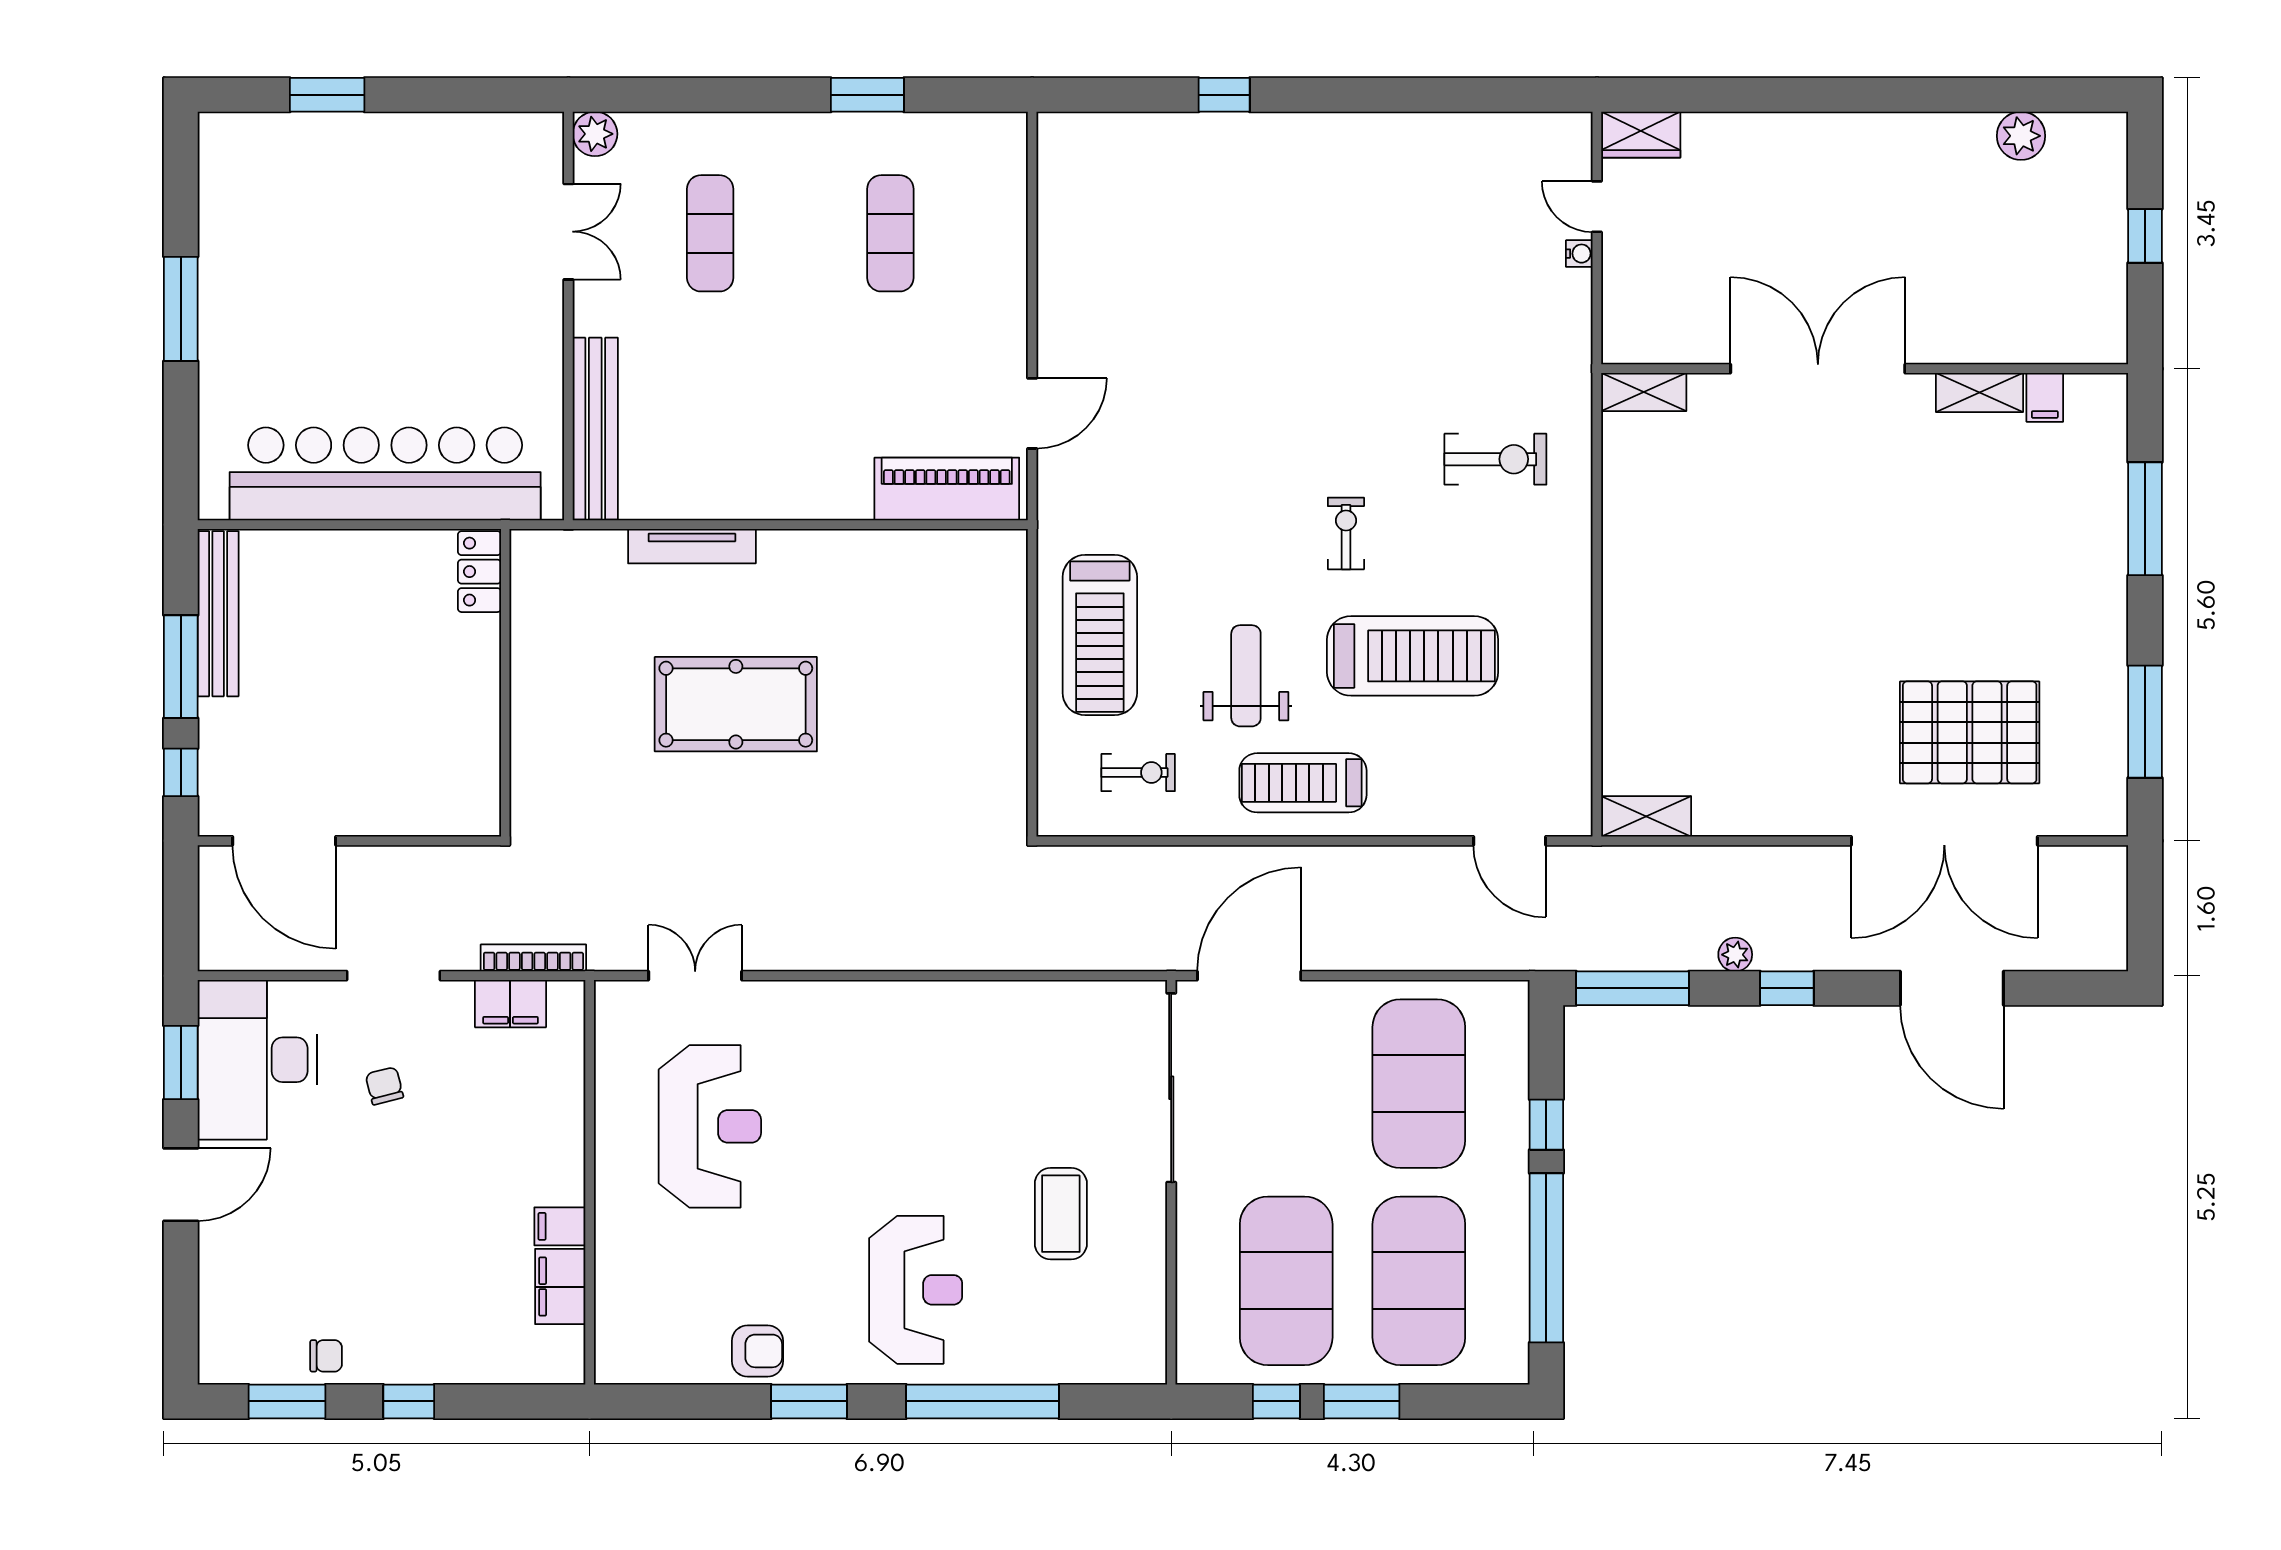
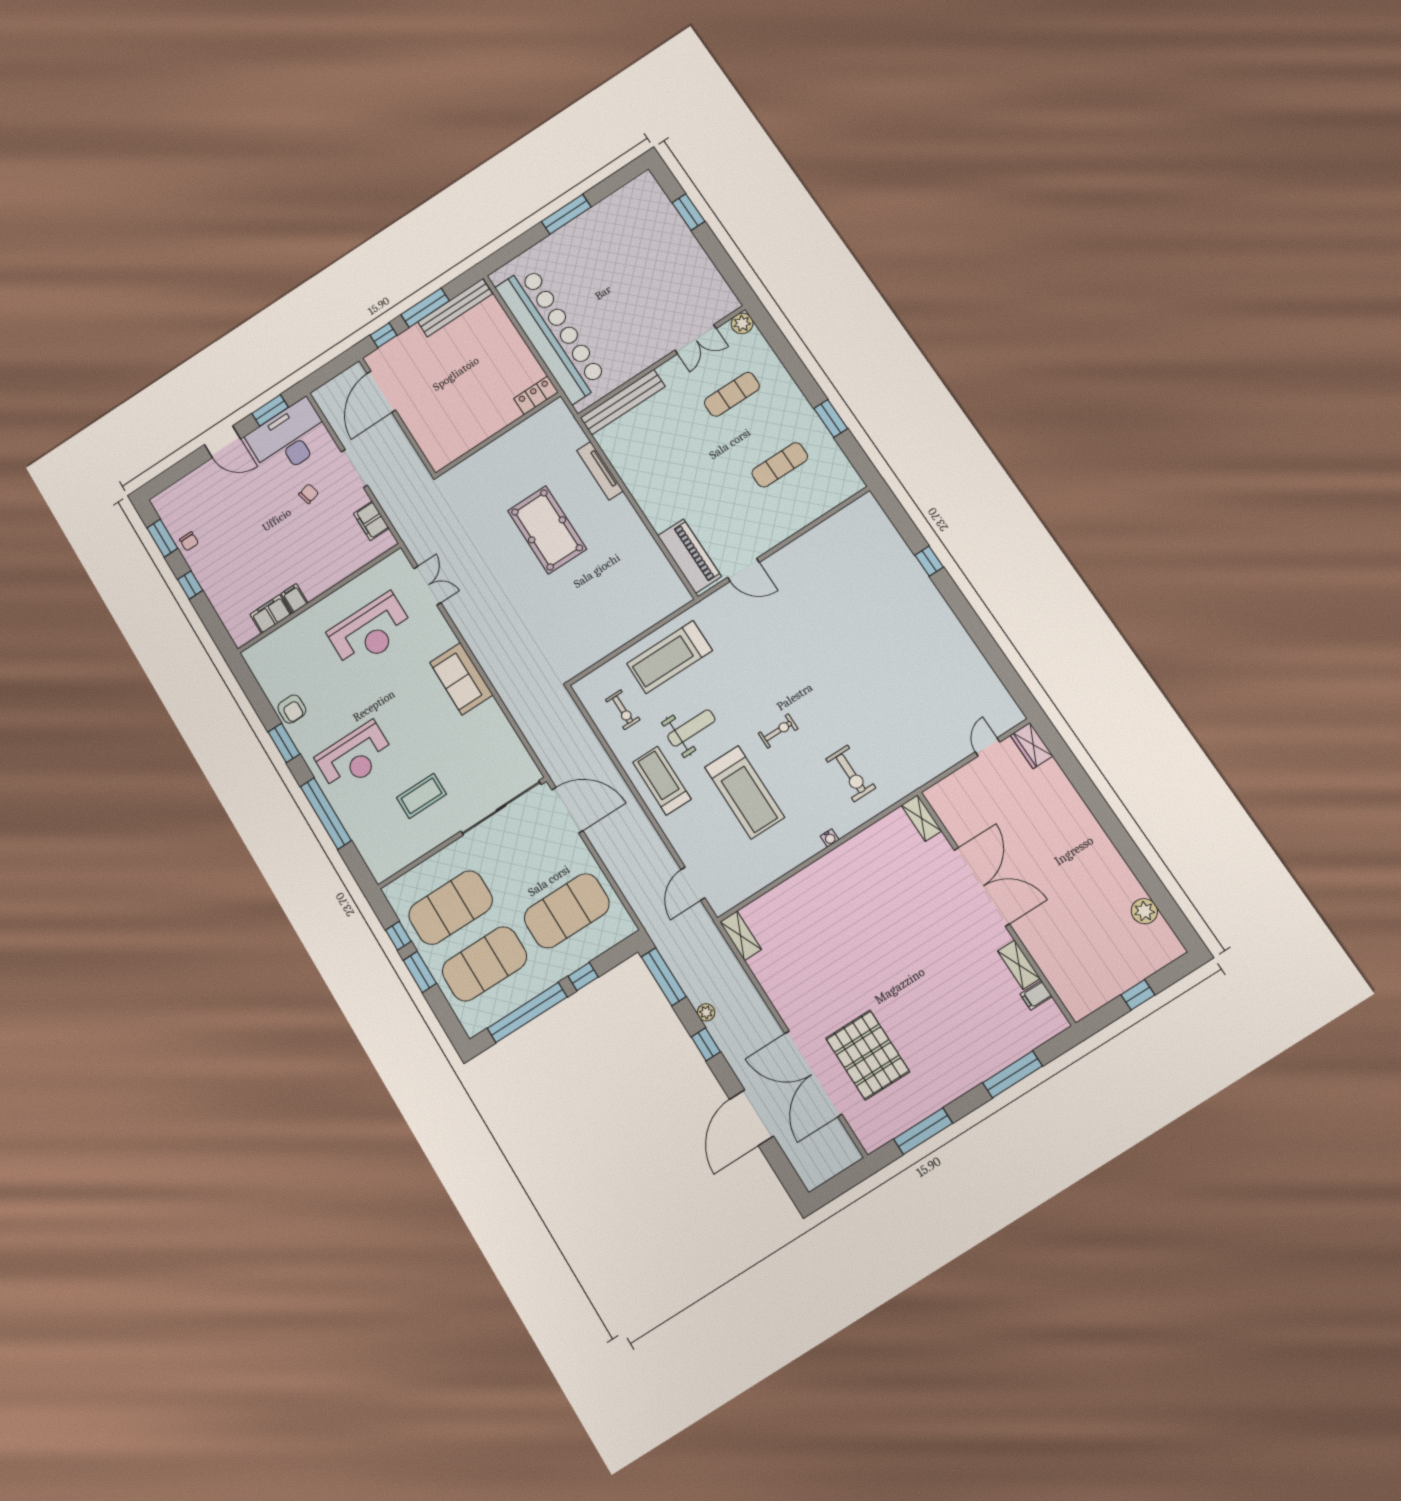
water cooler: (1579, 254) -> (830, 838), moved
bookcase: (533, 958) -> (395, 518), removed
sofa: (901, 1018) -> (461, 679), added

